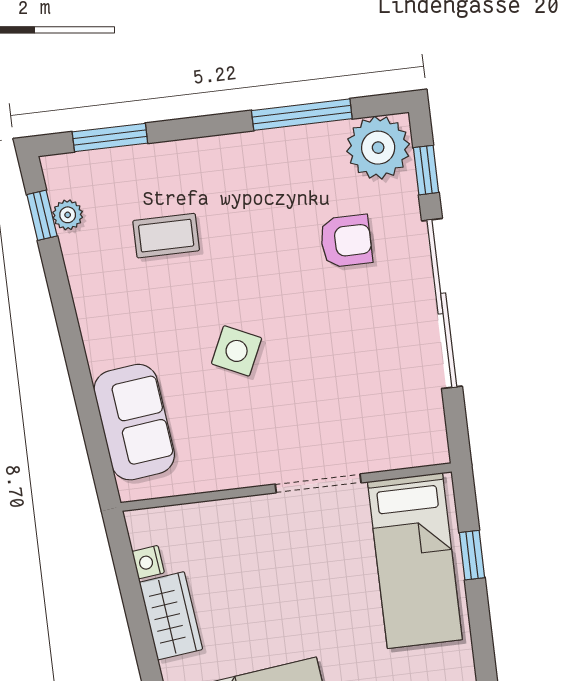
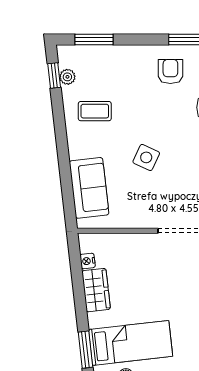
armchair: (263, 181) -> (170, 72), added
coffee table: (166, 236) -> (95, 111), moved

